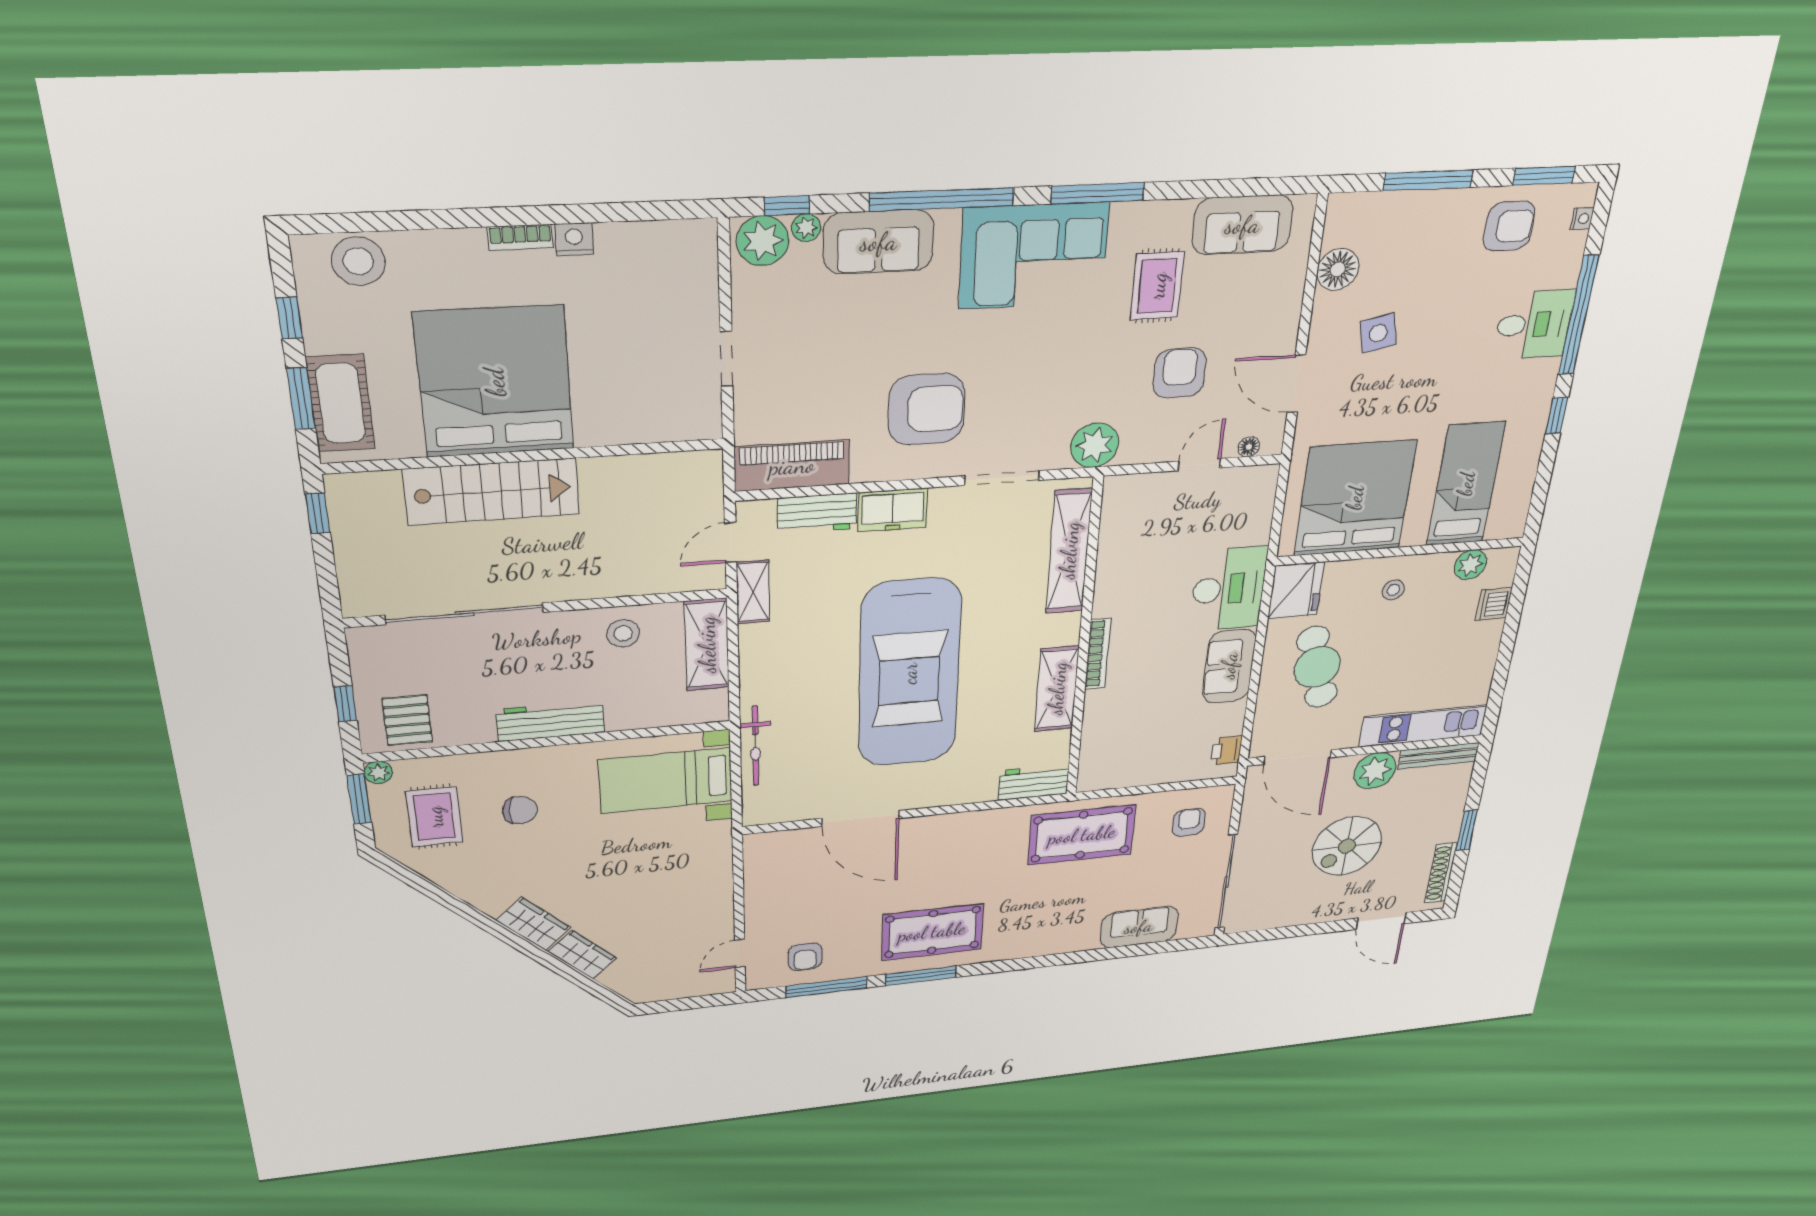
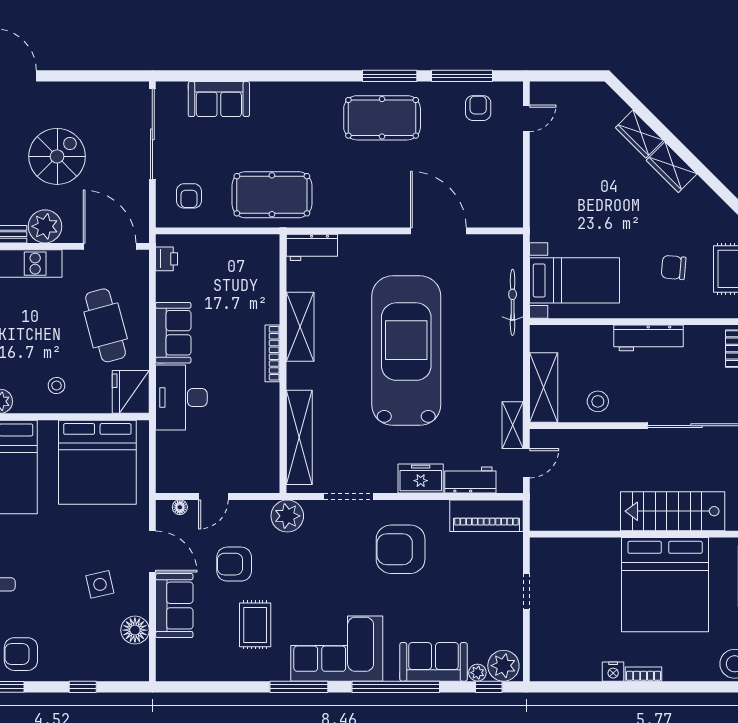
window: (1428, 180) -> (83, 687), width x0.46
sofa: (1243, 225) -> (174, 606), moved, turned 90
armchair: (1180, 373) -> (234, 564), turned 90

